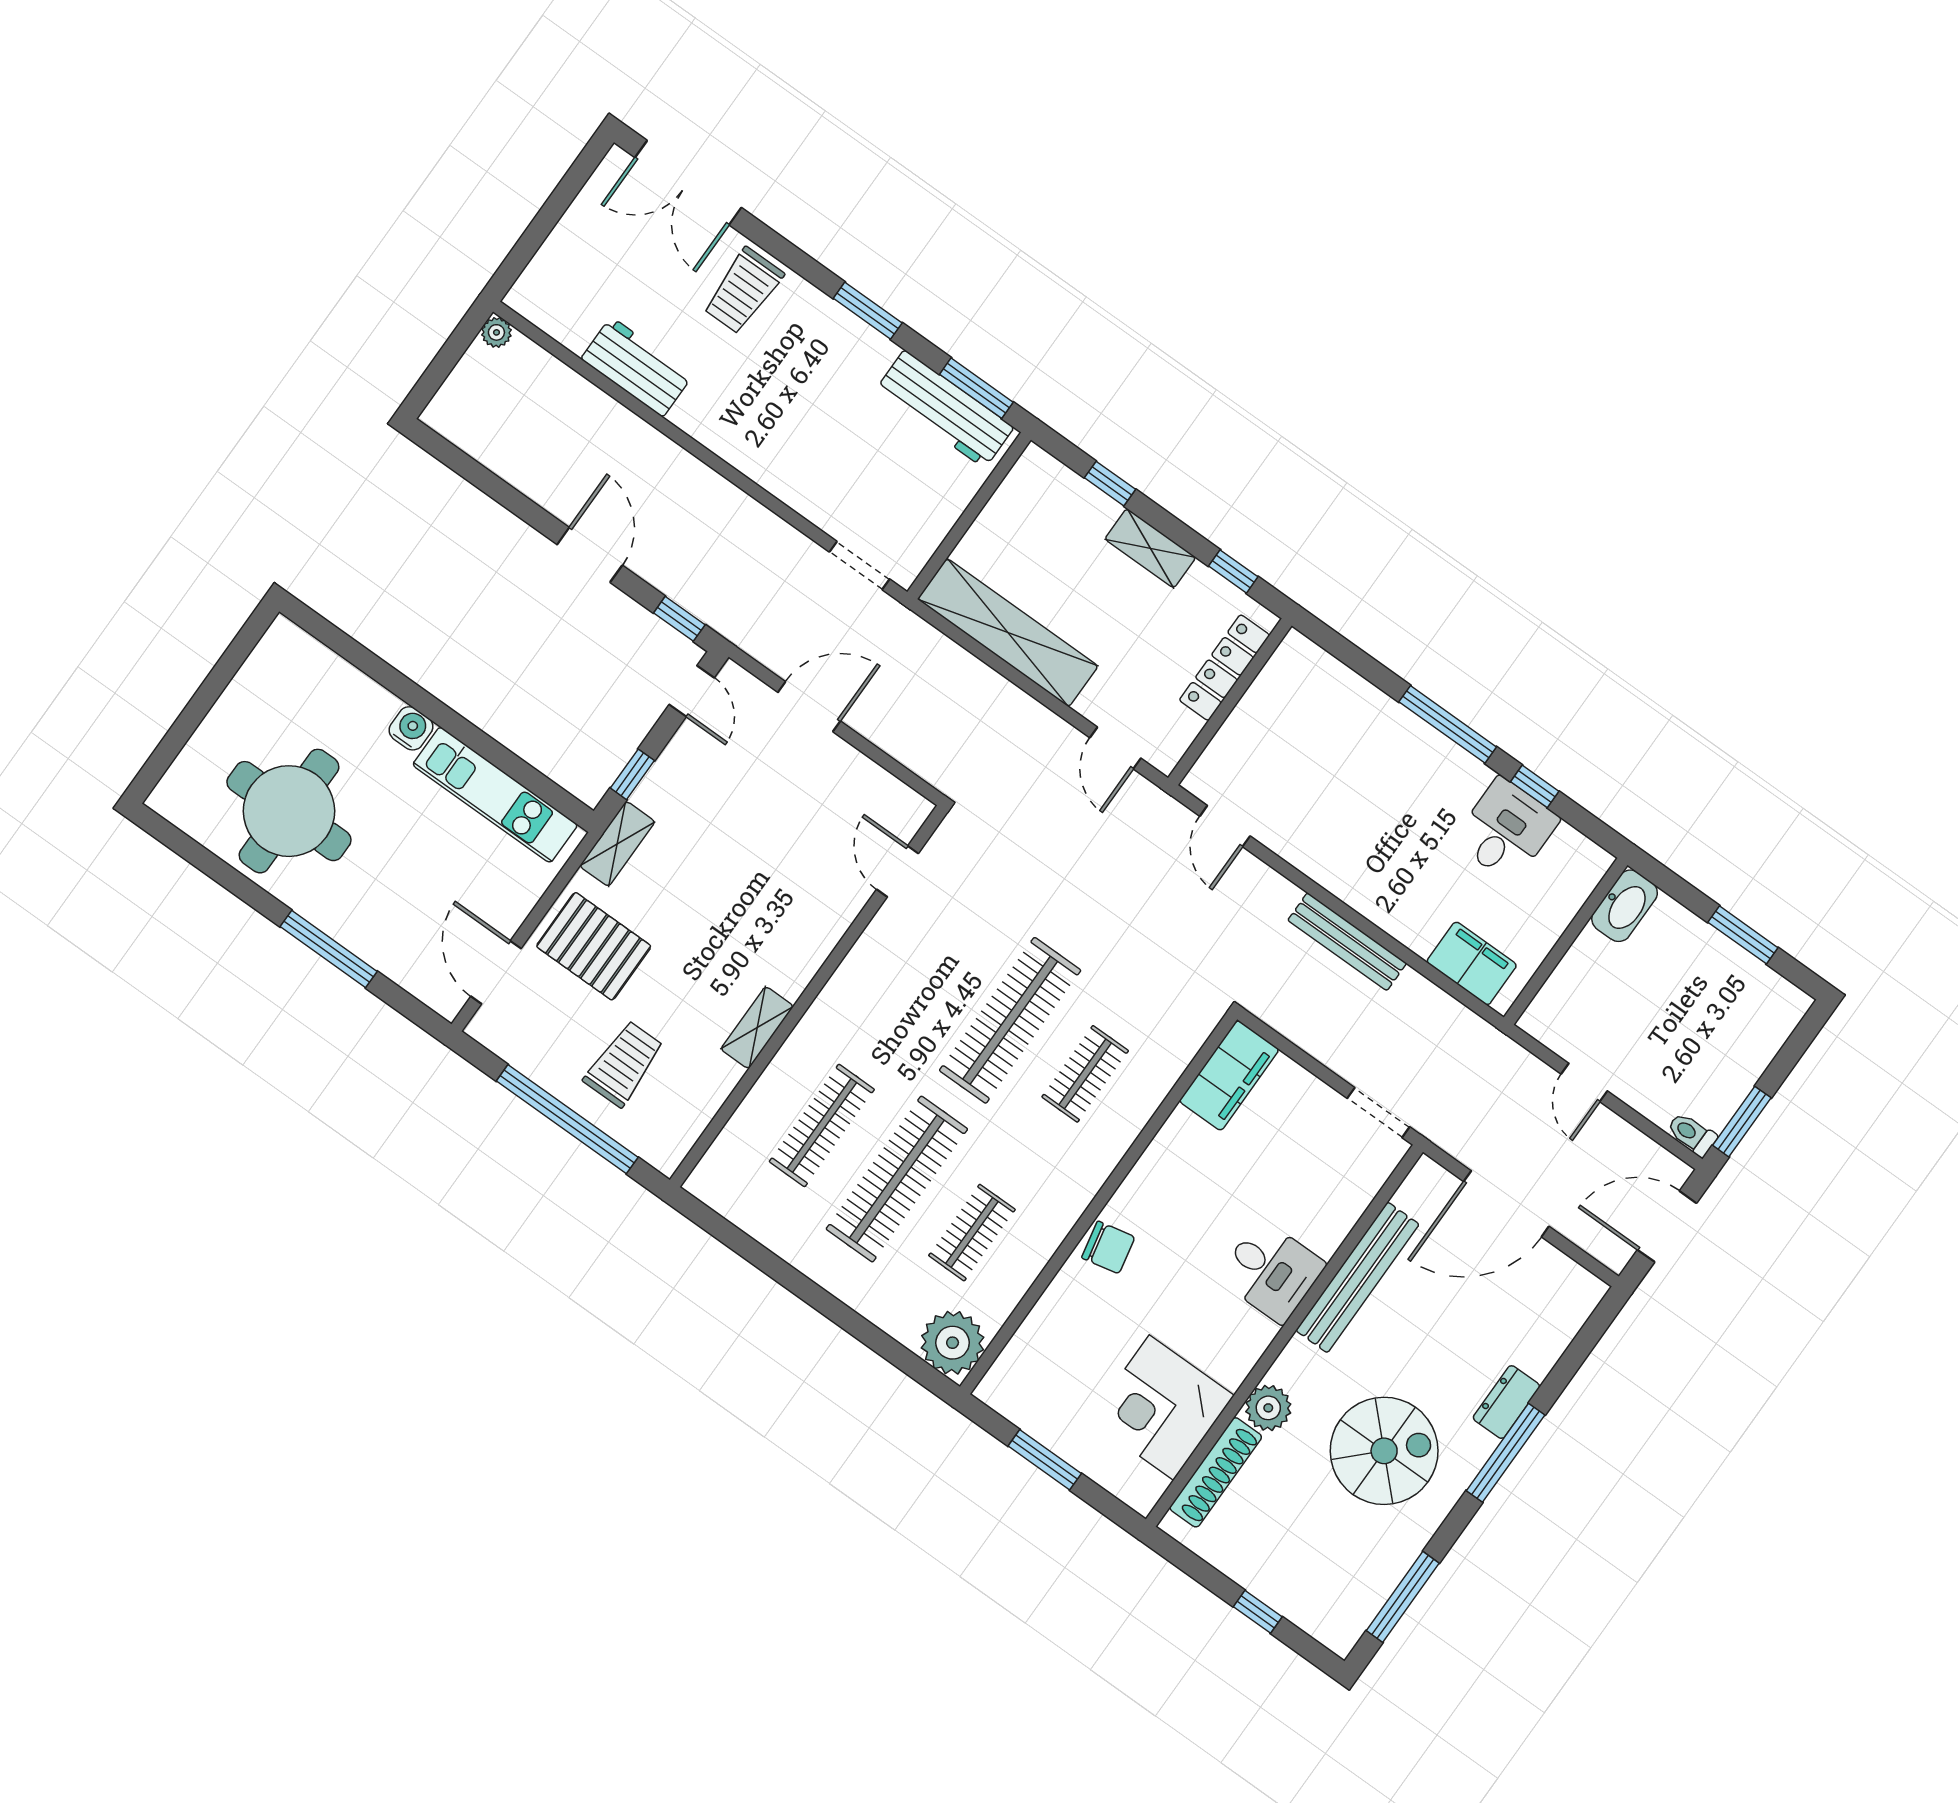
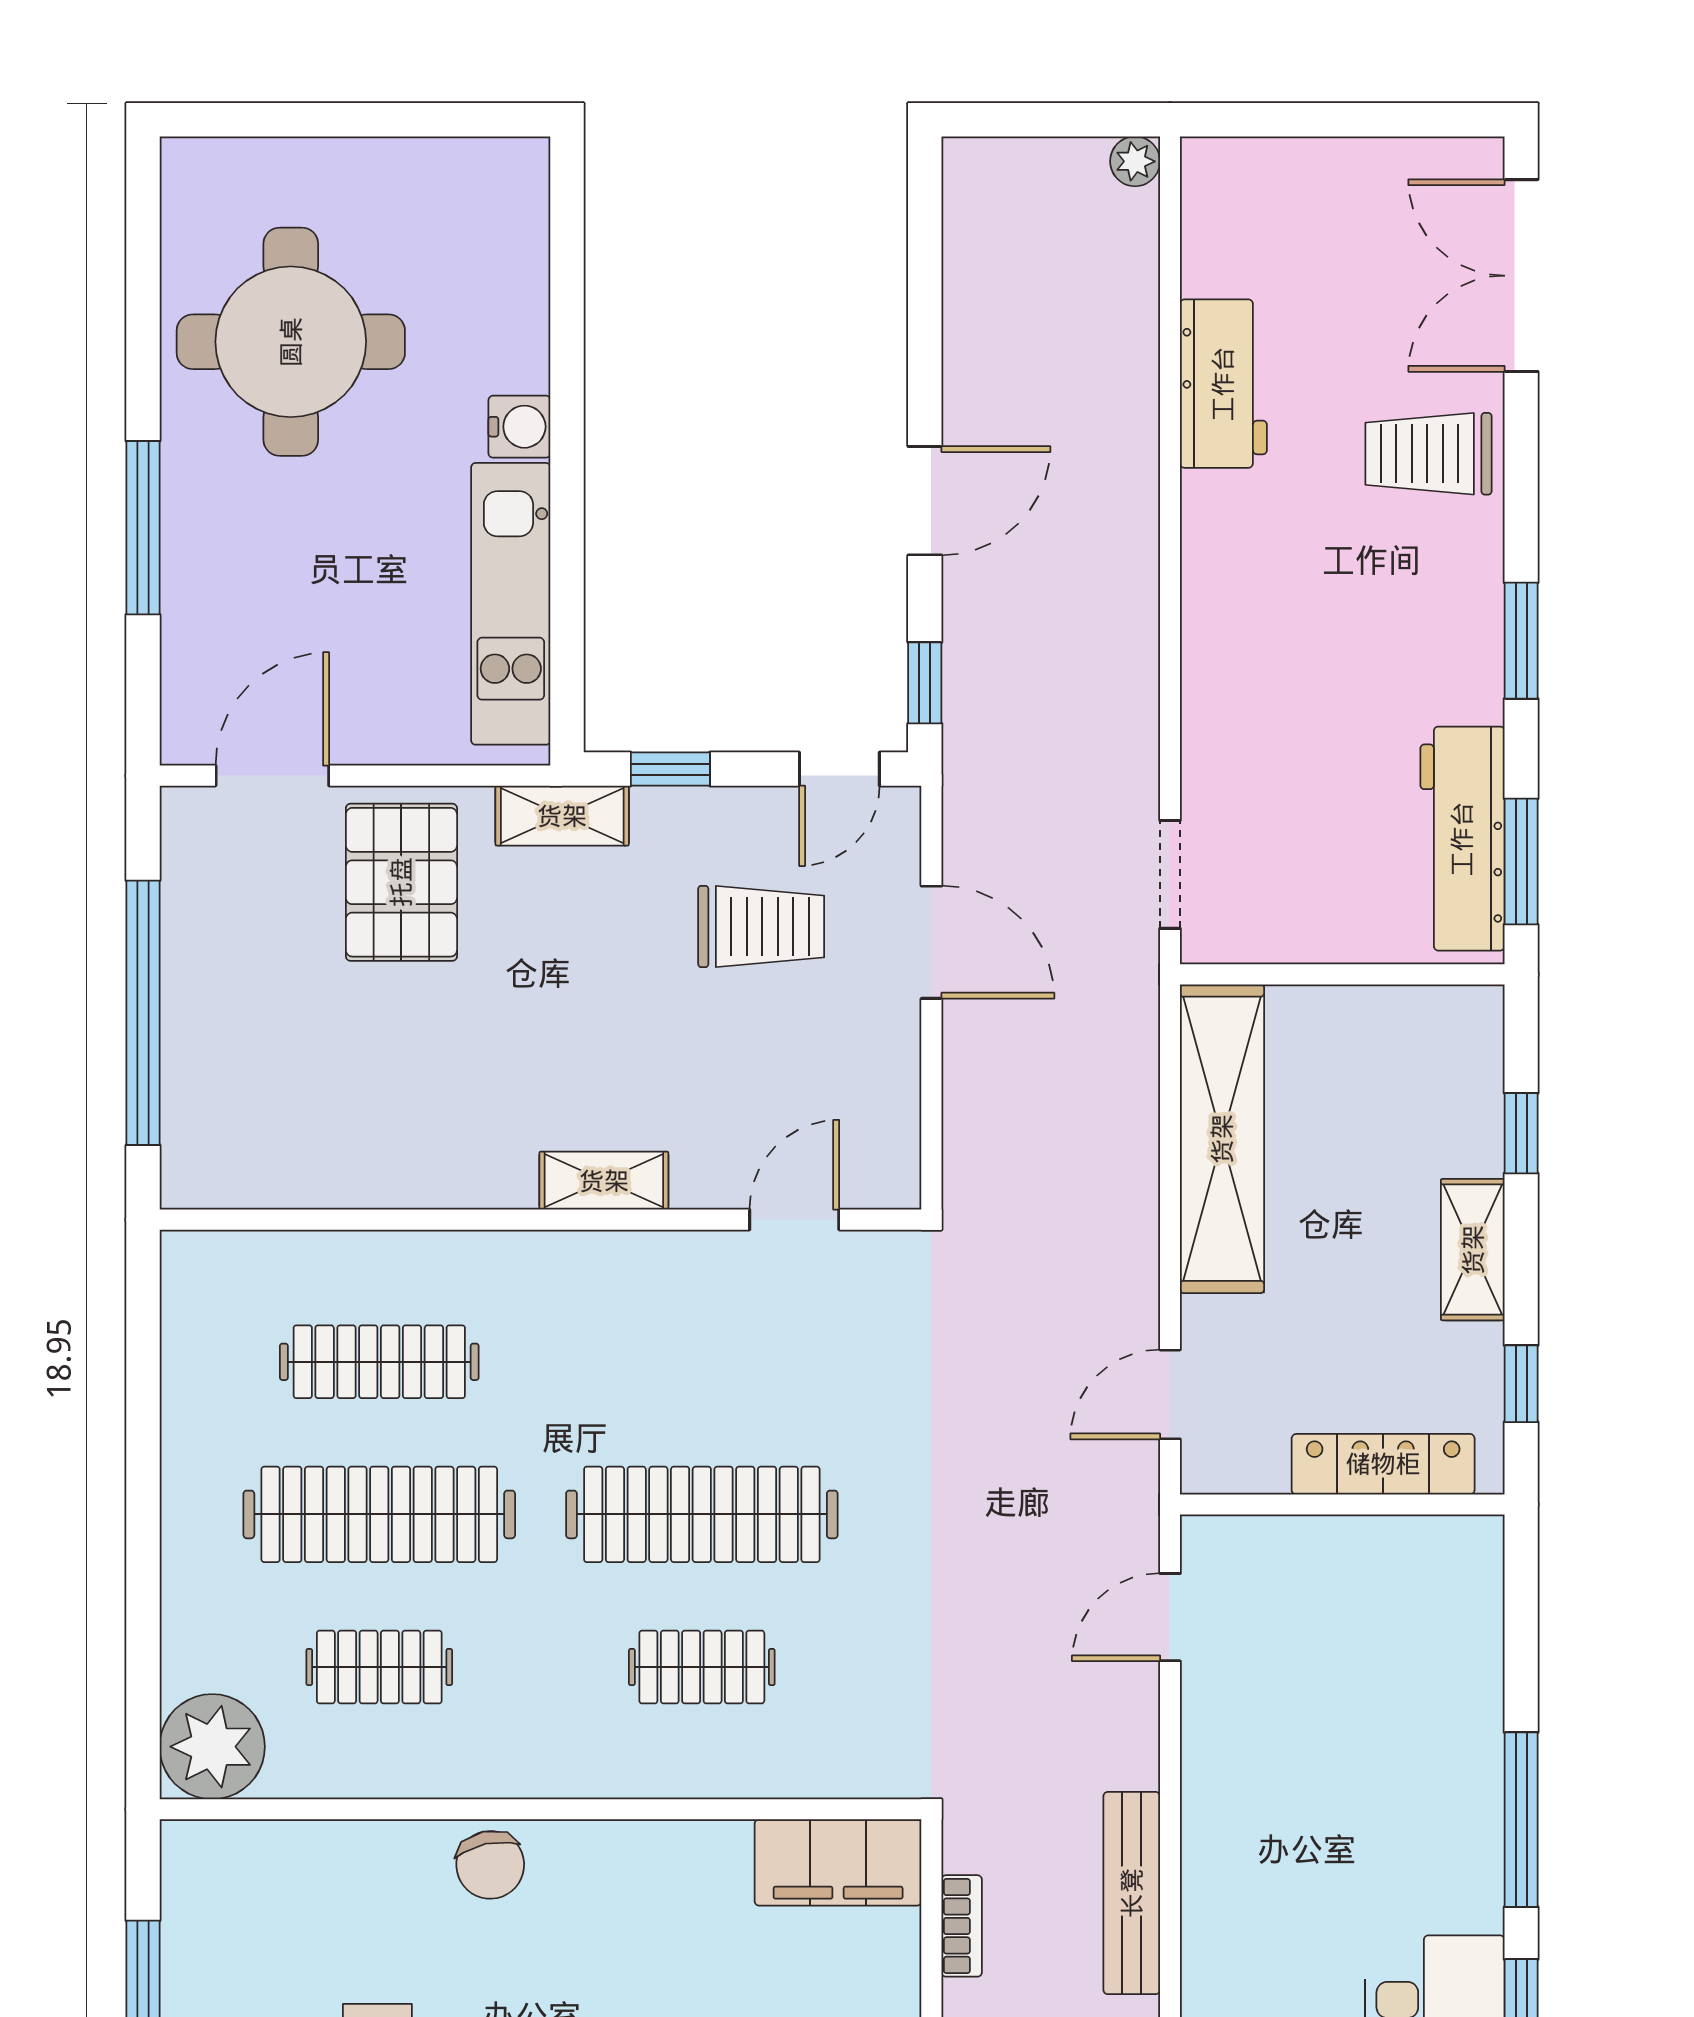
shelving: (757, 1028) -> (604, 1181), moved
bookcase: (1304, 1037) -> (962, 1926), added
trolley: (624, 1064) -> (761, 926), moved

